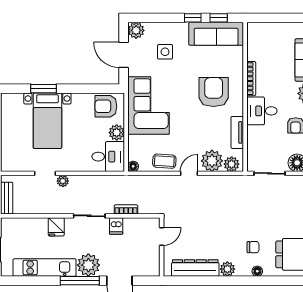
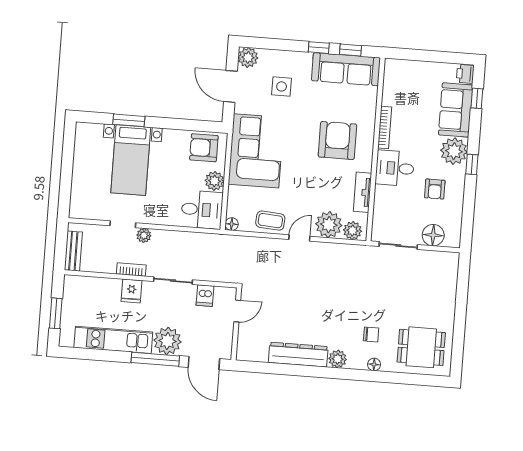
bookcase: (126, 209) -> (131, 270), moved
door: (162, 236) -> (237, 311), moved
wall: (162, 247) -> (236, 324), moved

